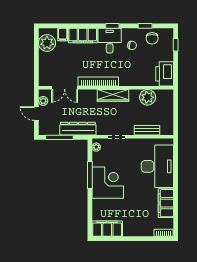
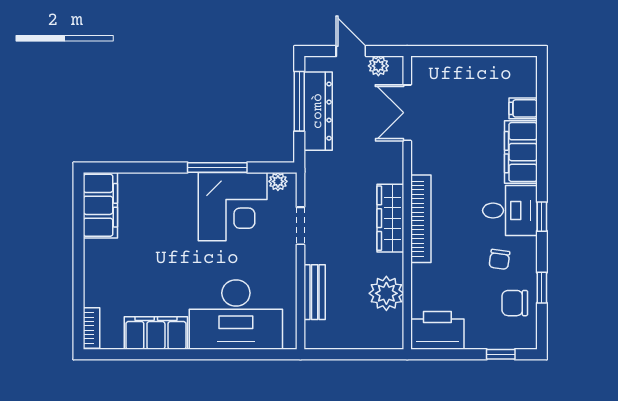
plant: (47, 43) -> (505, 74), removed
bookcase: (98, 81) -> (421, 219), moved
door: (36, 114) -> (351, 51), hinge flipped
dresser: (78, 129) -> (318, 111), moved
corner desk: (108, 183) -> (233, 207), moved

